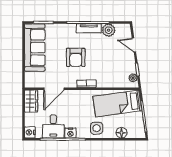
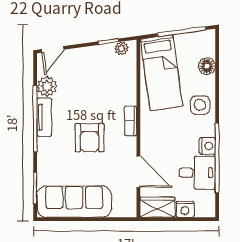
door: (134, 45) -> (53, 49), moved
armchair: (76, 57) -> (90, 138), turned 90
nightstand: (30, 132) -> (185, 209), moved

